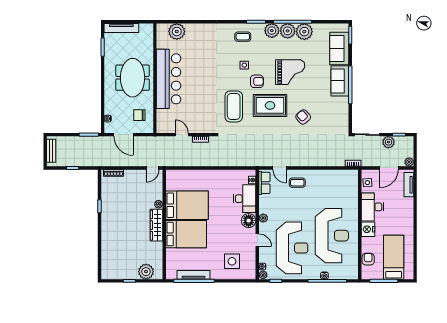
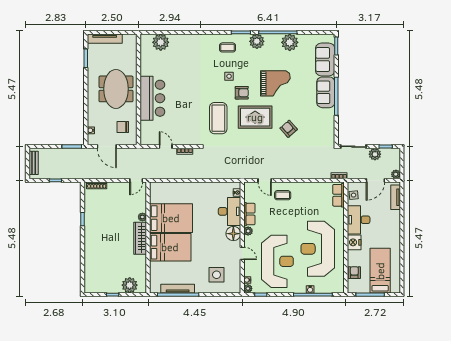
plant: (288, 31) -> (273, 42), removed
bar counter: (169, 79) -> (152, 98), width x0.73
row of seats: (264, 183) -> (249, 214), moved
row of seats: (353, 183) -> (339, 195), added
reception desk: (332, 236) -> (318, 249), turned 180

